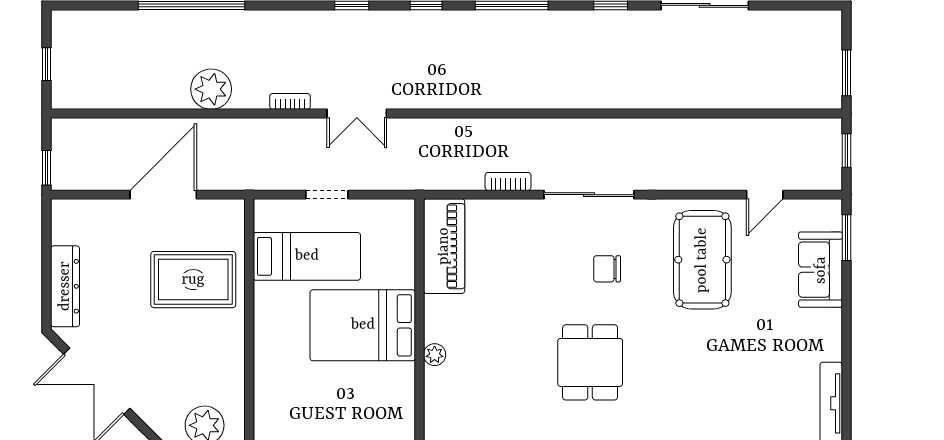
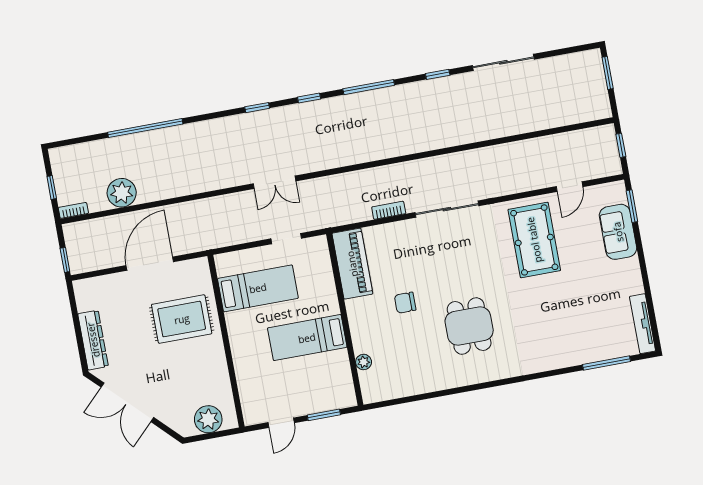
window: (846, 73) -> (608, 73), moved
plant: (211, 89) -> (122, 193), moved
bookcase: (290, 101) -> (73, 210), moved
doorway: (327, 195) -> (286, 239), moved
chair: (607, 269) -> (405, 303), moved
bed: (363, 325) -> (307, 338), width x0.67
plant: (435, 355) -> (364, 362), moved

